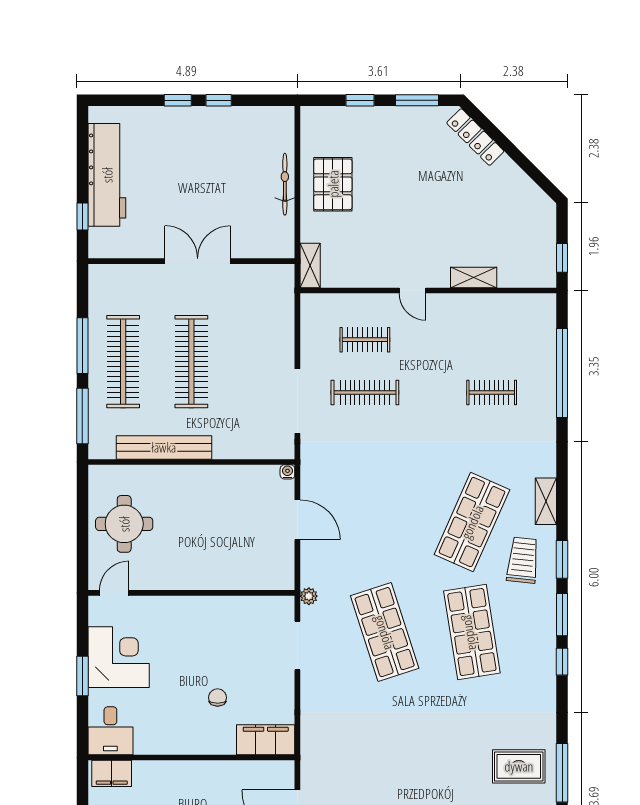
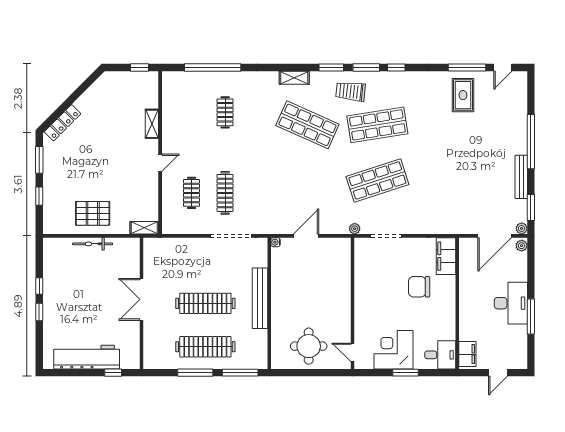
bench: (164, 447) -> (260, 298), moved
trolley: (523, 560) -> (351, 91), moved
chair: (218, 698) -> (419, 287), width x1.87, depth x1.87

